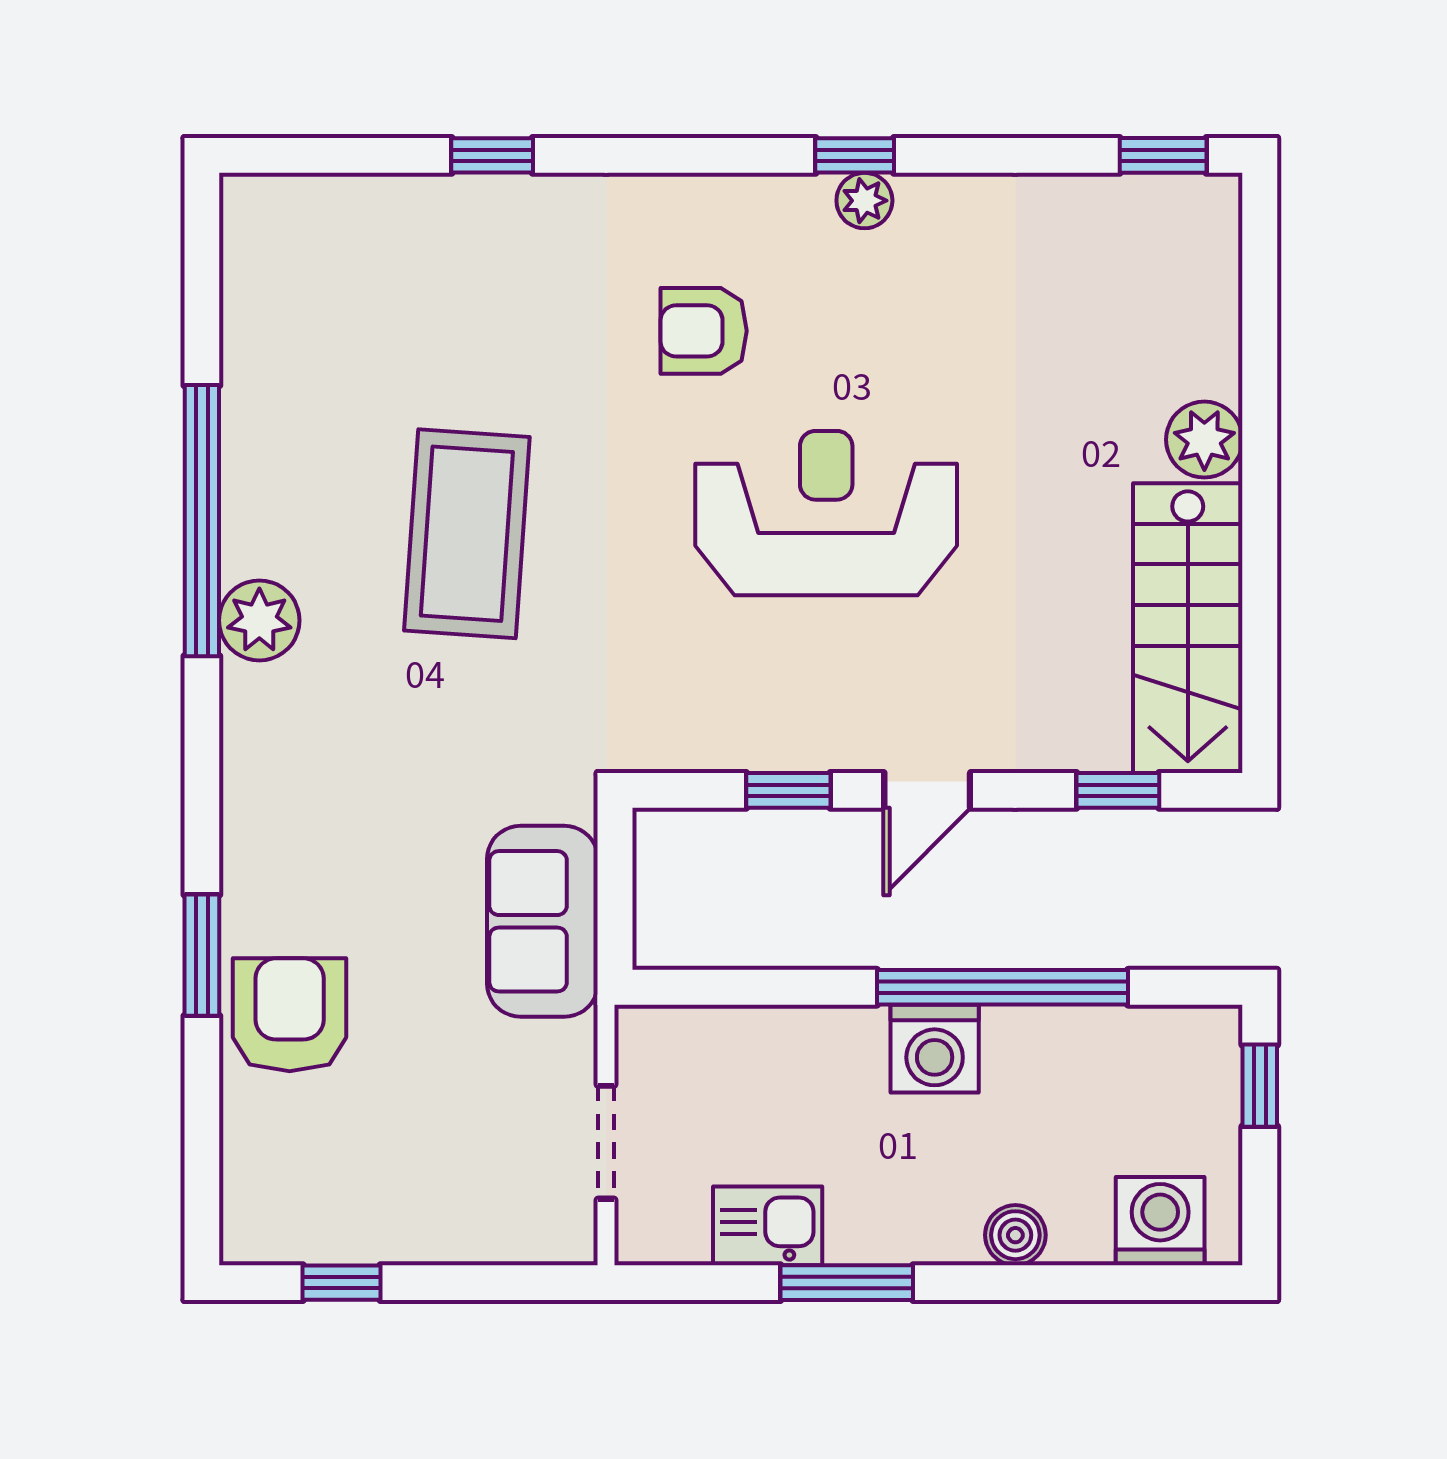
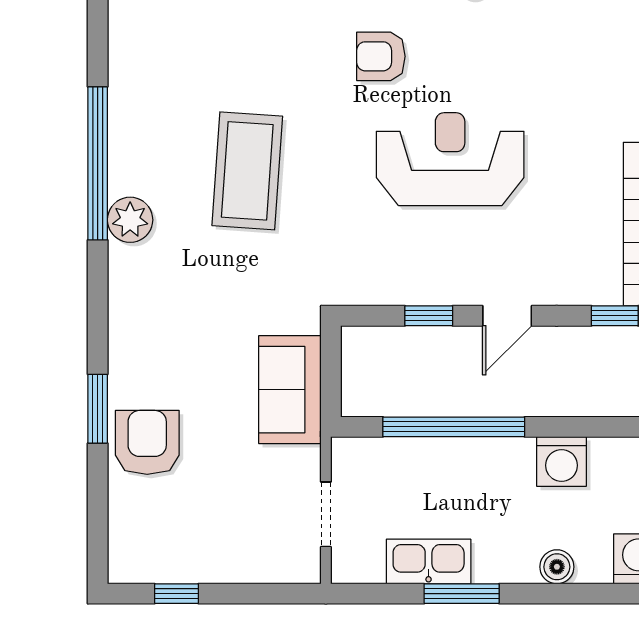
window: (1003, 987) -> (454, 427), moved
washing machine: (935, 1049) -> (562, 461), moved
kitchen sink: (768, 1226) -> (429, 562), width x1.38

